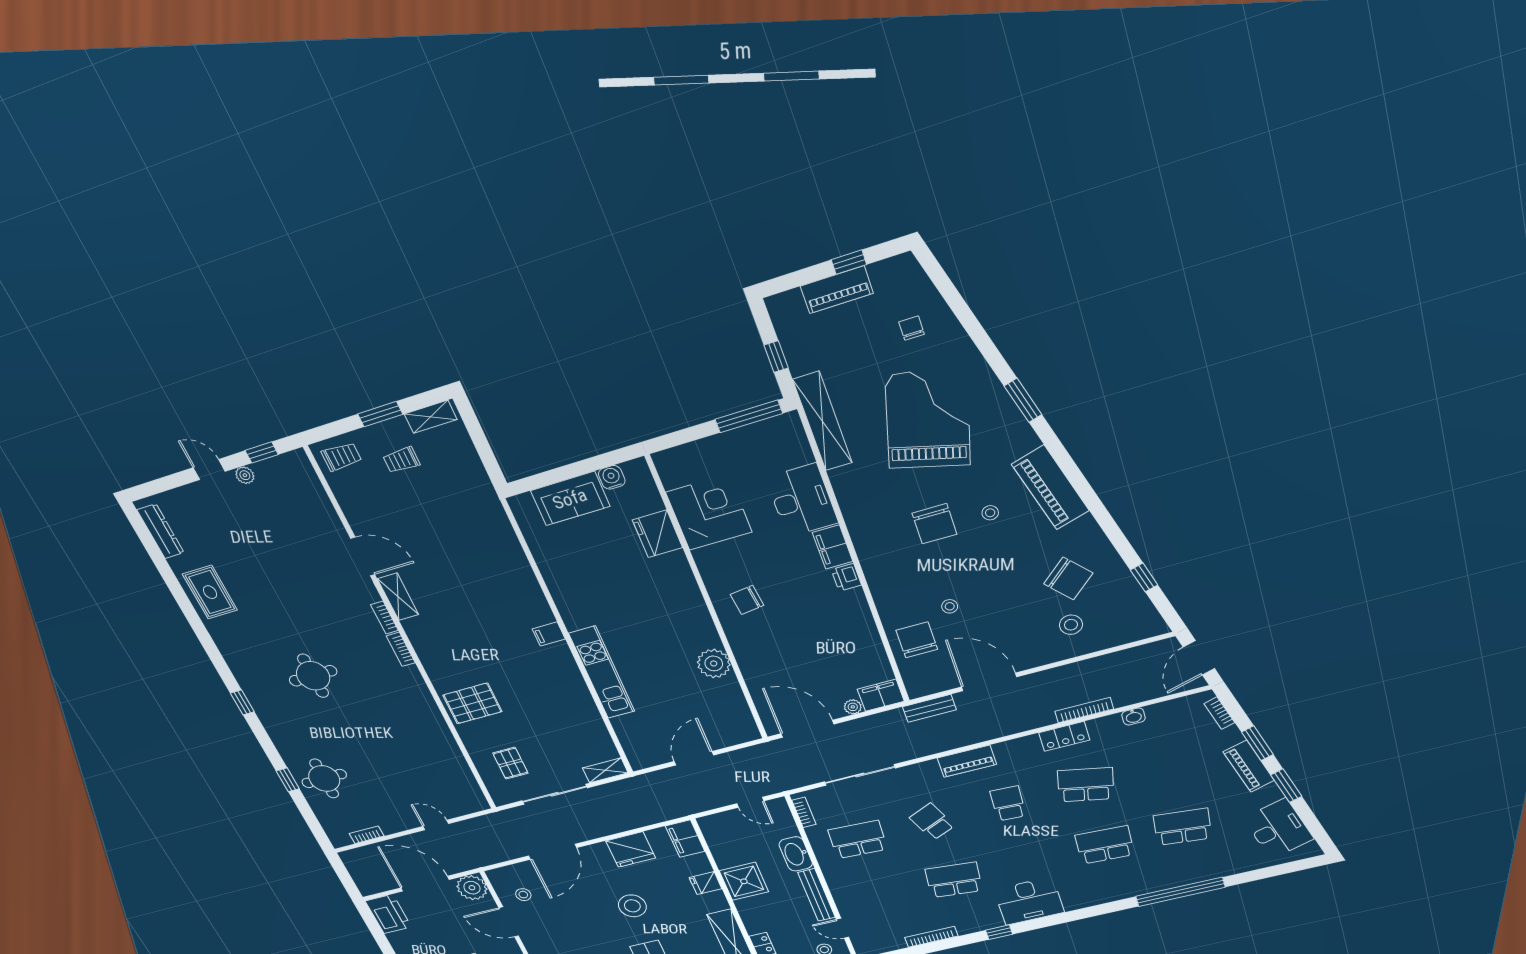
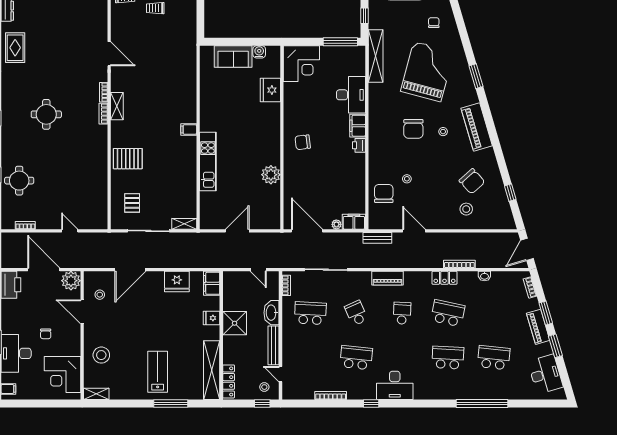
corner desk: (709, 512) -> (301, 64), moved, turned 90
shelving: (398, 597) -> (117, 106), moved
door: (989, 682) -> (414, 231), width x0.73
stool: (632, 906) -> (162, 322), removed

